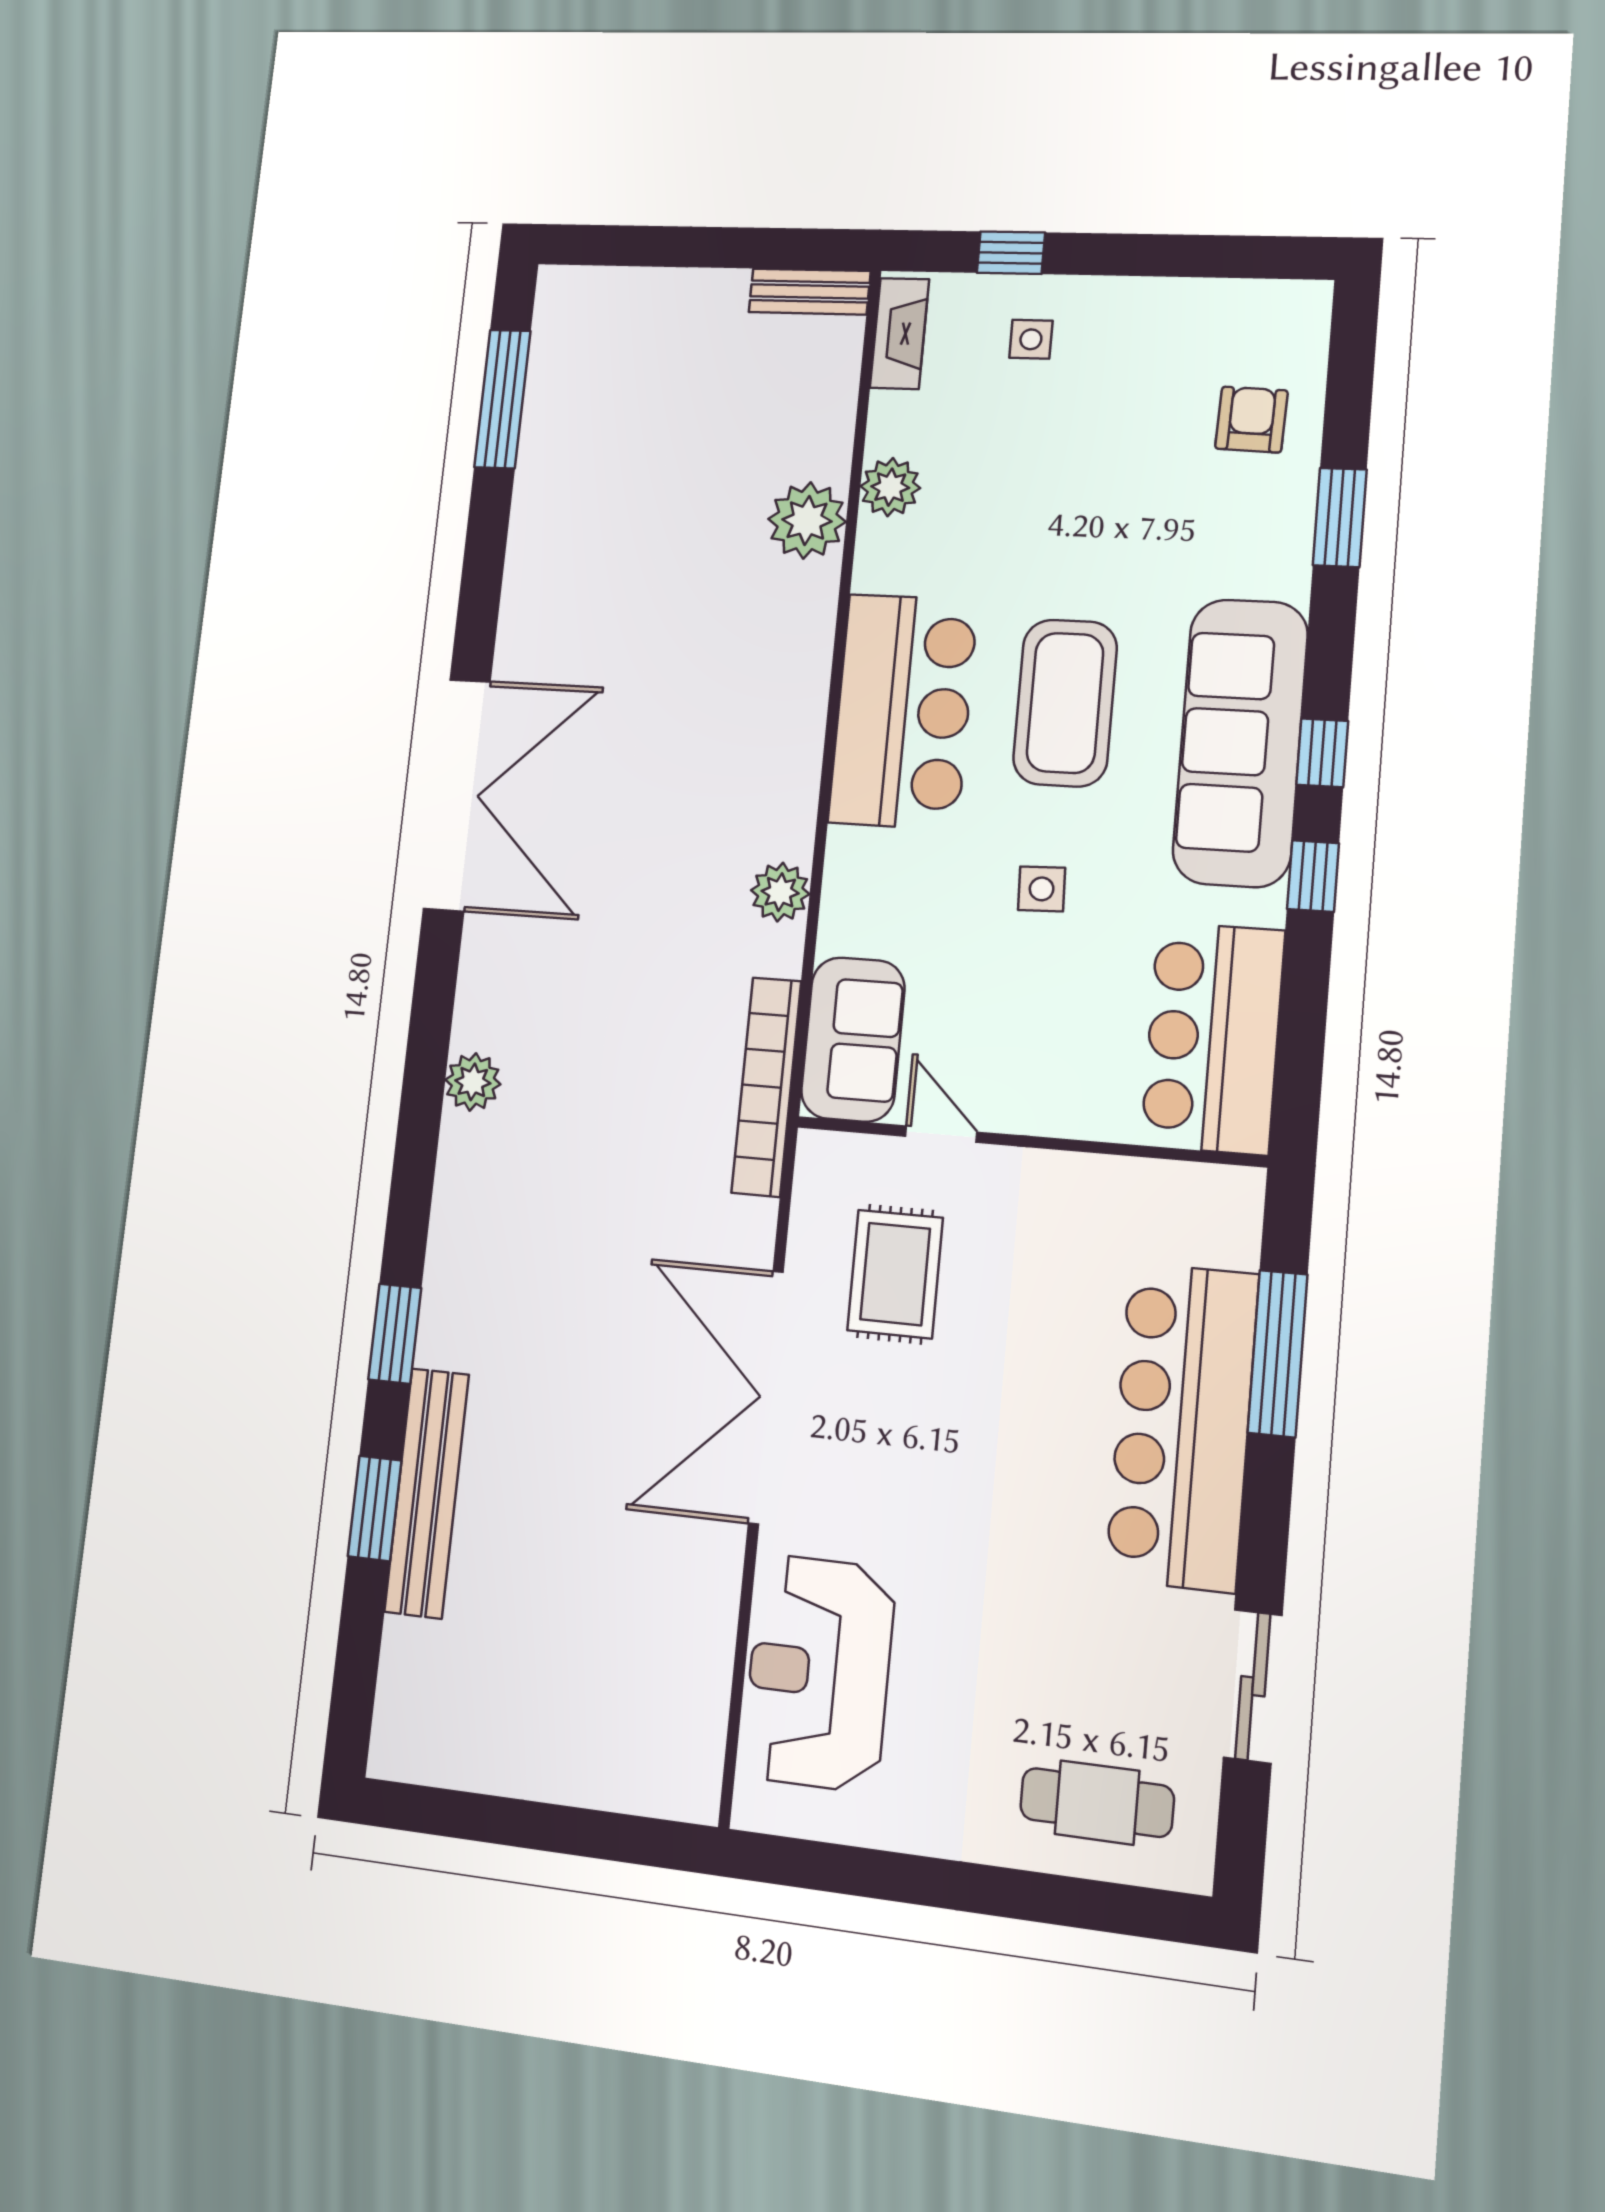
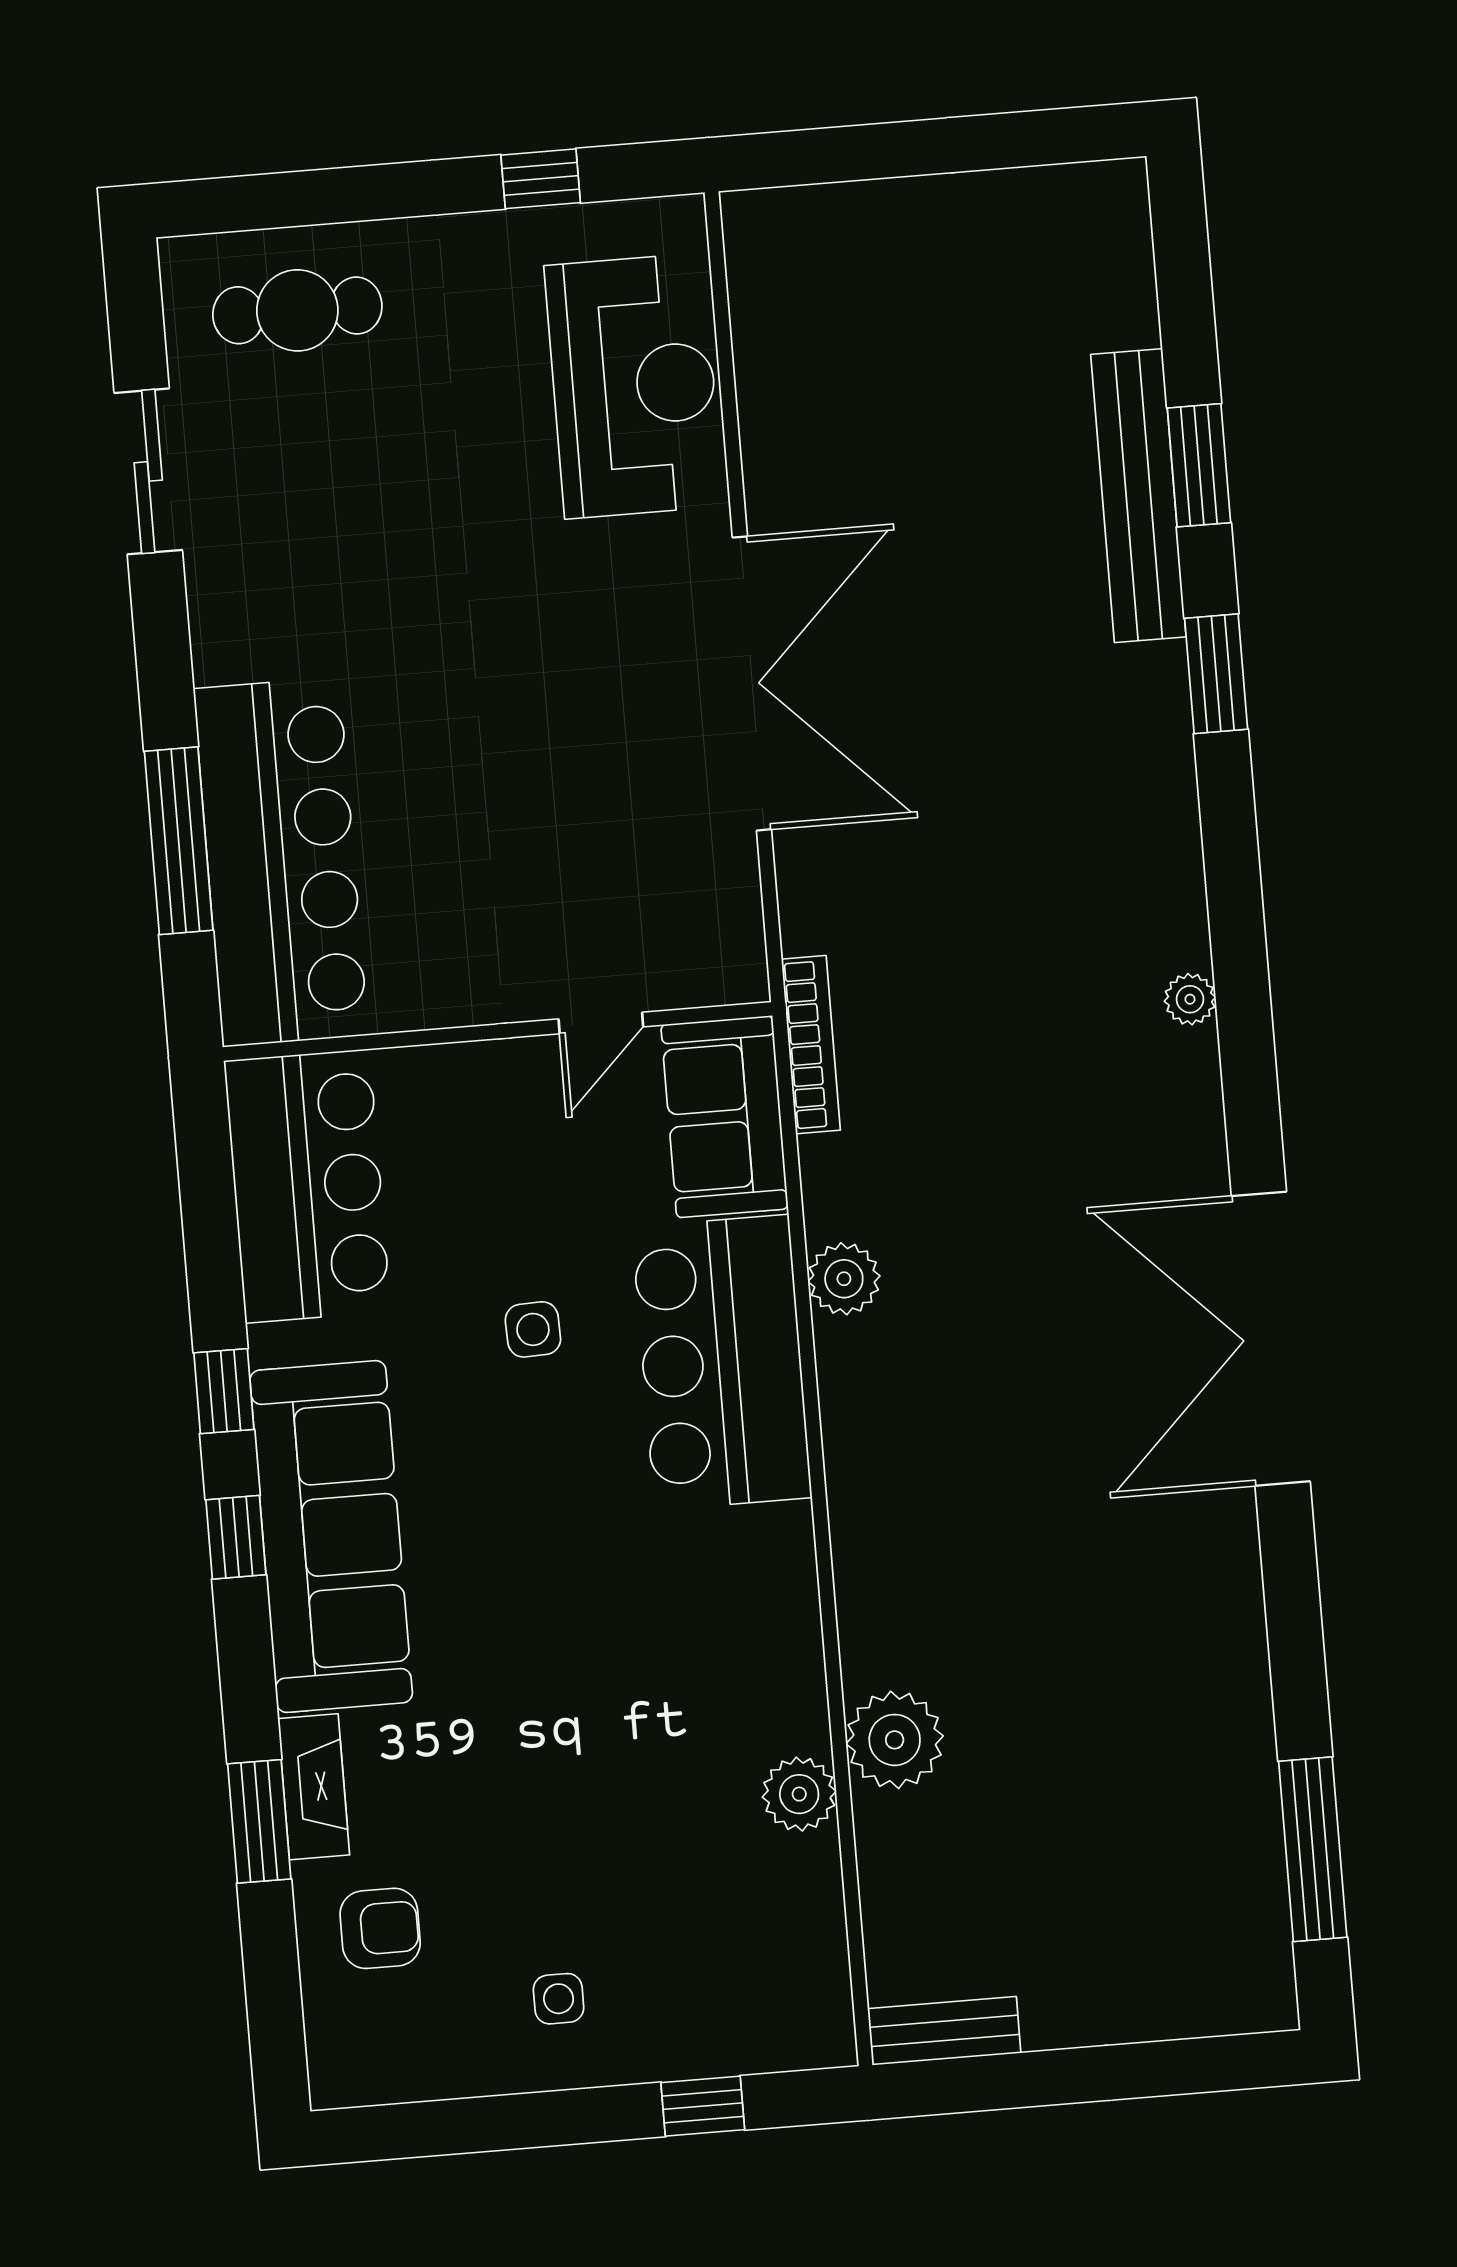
fireplace: (900, 333) -> (314, 1787), moved, turned 180
side table: (1031, 339) -> (559, 1999), moved
armchair: (1251, 420) -> (380, 1928), turned -92
coffee table: (1065, 703) -> (543, 1556), removed
bar counter: (903, 711) -> (722, 1362), moved
plant: (473, 1082) -> (1190, 999), width x0.73, depth x0.73
bookcase: (766, 1087) -> (811, 1045), width x0.68, depth x0.76
door: (941, 1134) -> (601, 1023), hinge flipped
rug: (895, 1274) -> (626, 852), removed
bar counter: (1182, 1426) -> (281, 862), moved
window: (866, 1873) -> (541, 179), added

